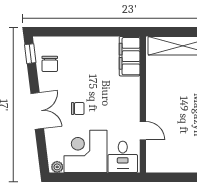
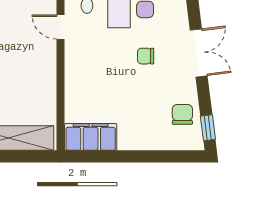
filing cabinet: (130, 56) -> (91, 137), moved, turned -90
double door: (37, 111) -> (199, 53), swing flipped

